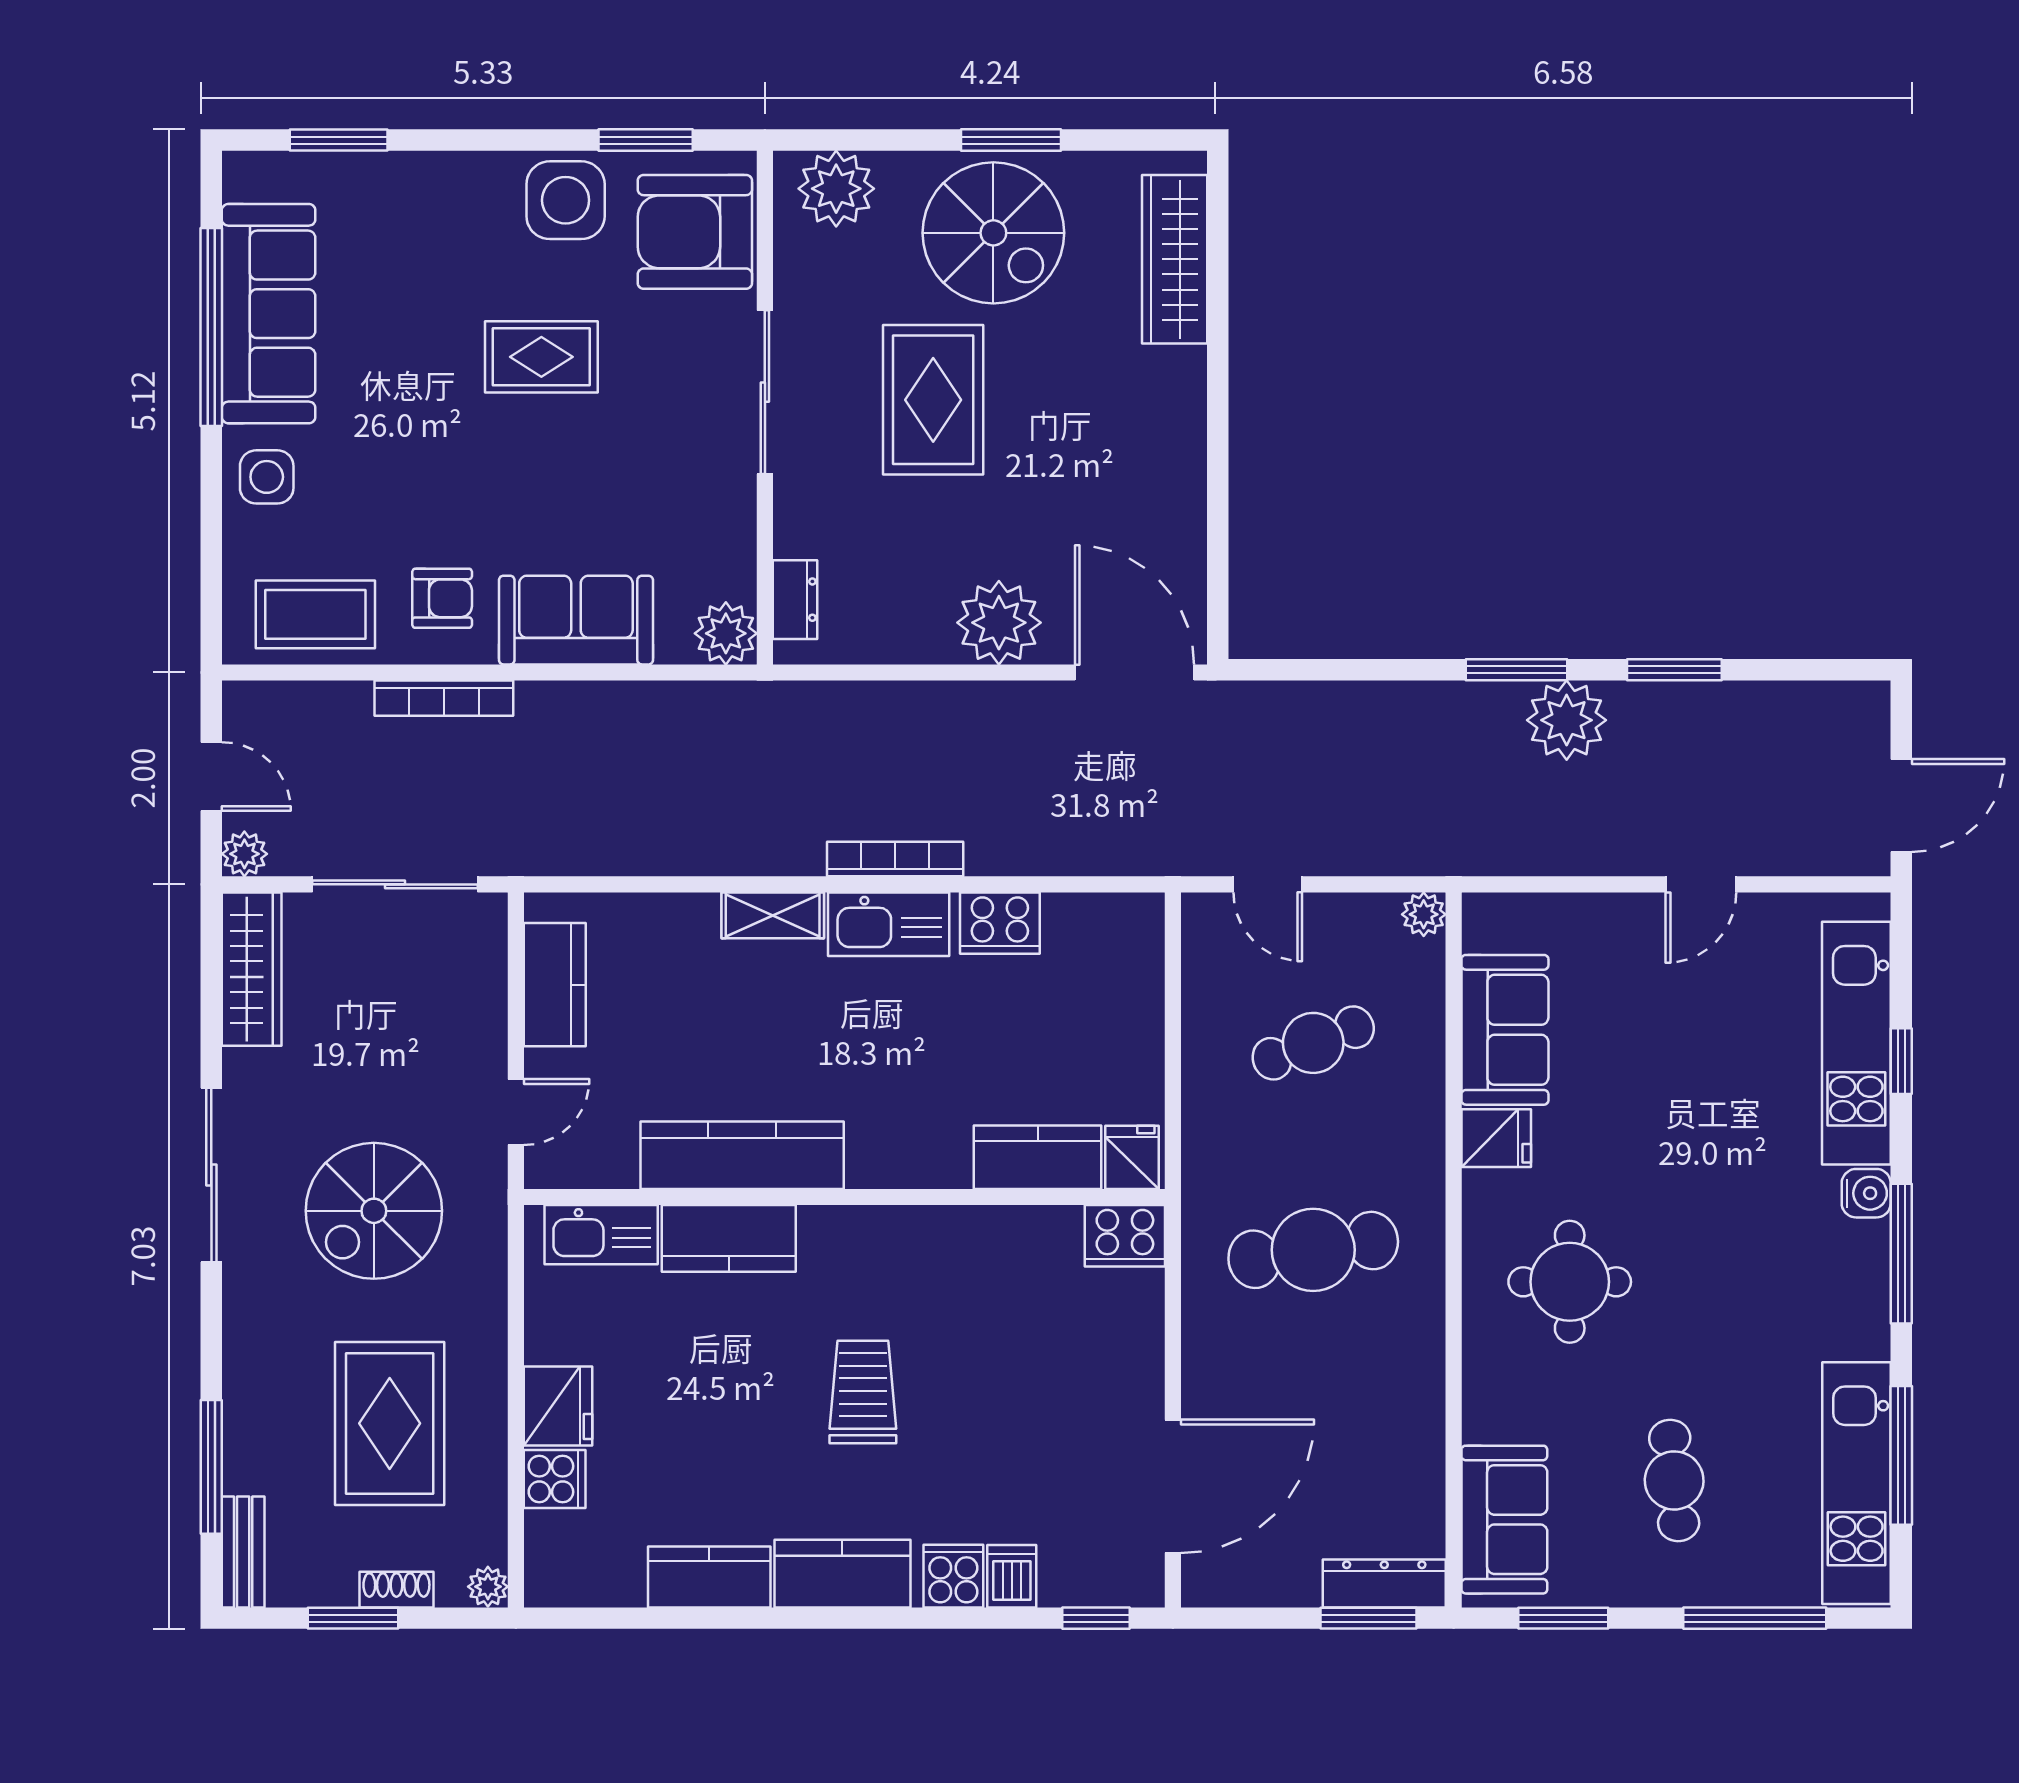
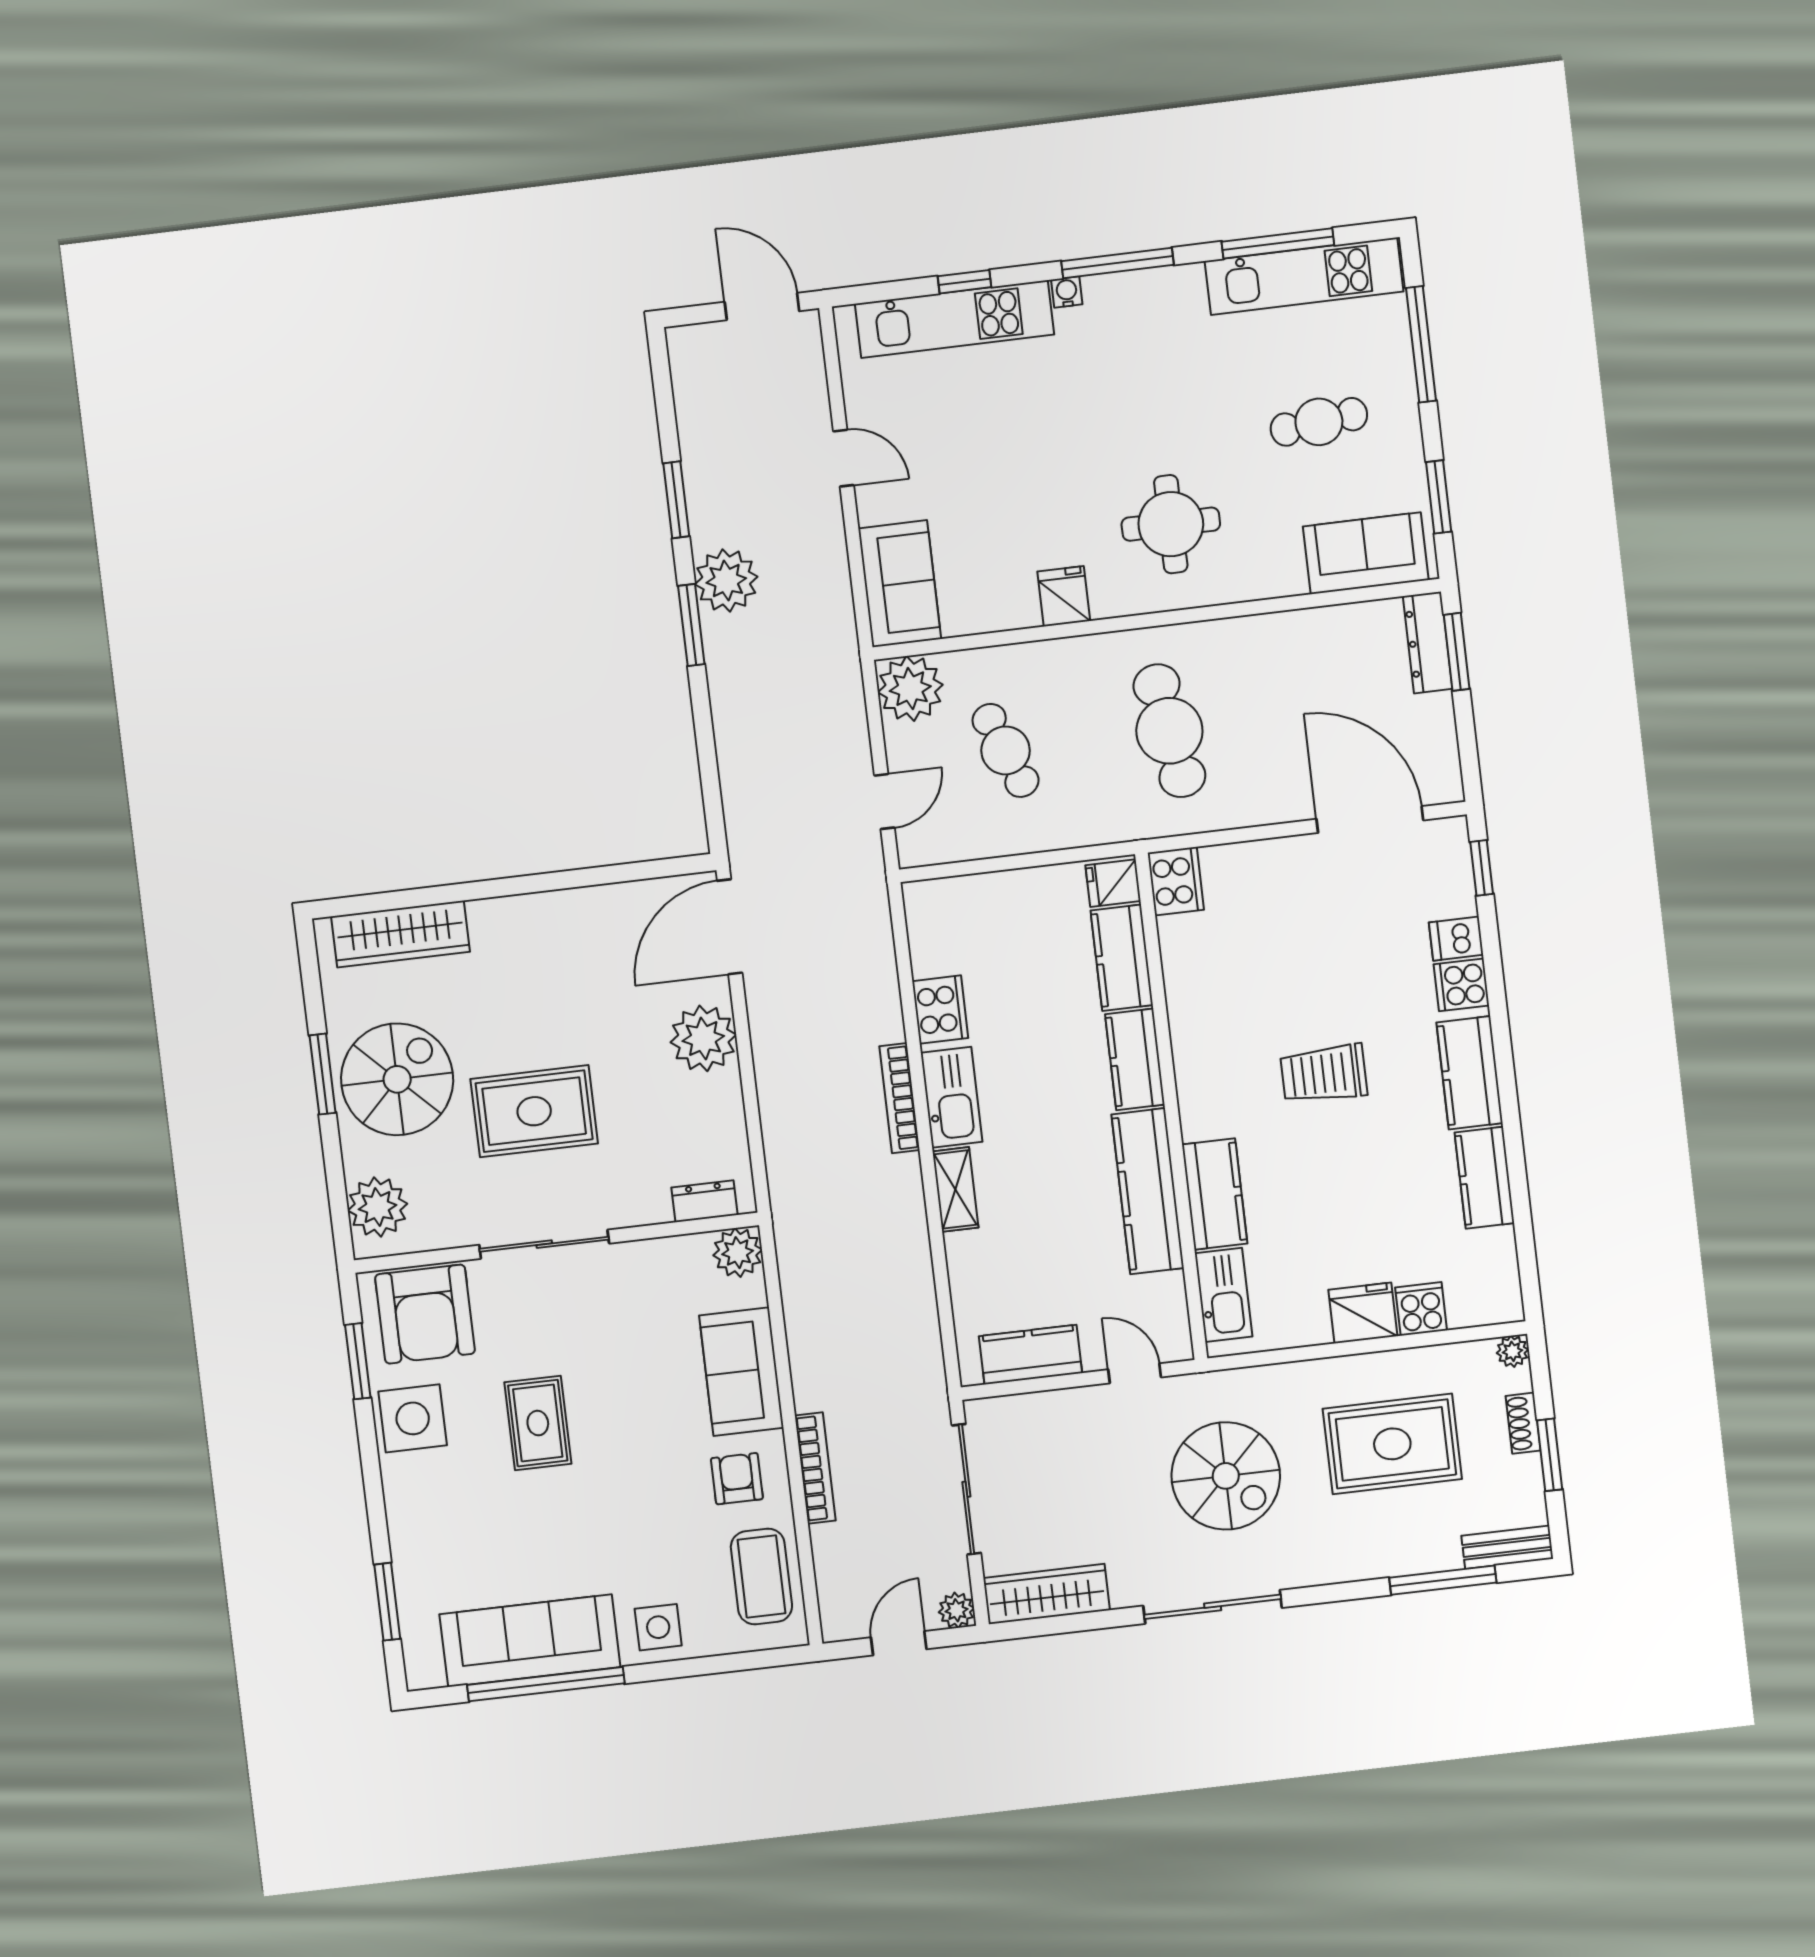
plant: (1424, 914) -> (910, 689), width x1.87, depth x1.87
sofa: (1505, 1030) -> (900, 584), moved, turned 90
kitchen counter: (909, 1159) -> (1135, 1059), added
water cooler: (1866, 1193) -> (1067, 292), width x0.72, depth x0.72

